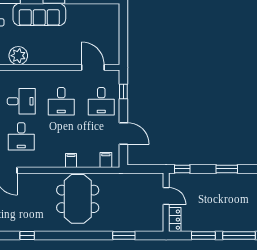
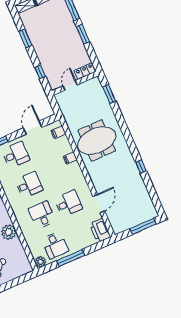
door: (166, 196) -> (70, 85), moved
wall: (166, 202) -> (75, 83), moved
locker: (175, 220) -> (85, 71), moved

